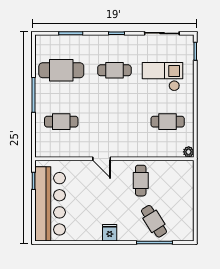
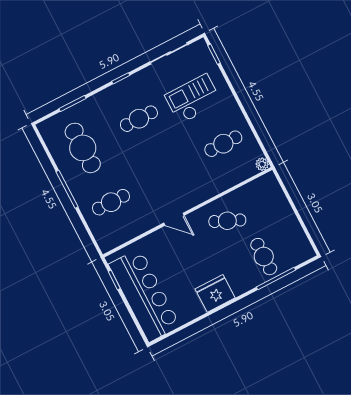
cafe table: (61, 70) -> (83, 148), turned 90
cafe table: (141, 181) -> (227, 221), turned -66
cafe table: (154, 221) -> (264, 257), turned 32
fridge: (110, 233) -> (215, 293), width x1.88, depth x1.34

